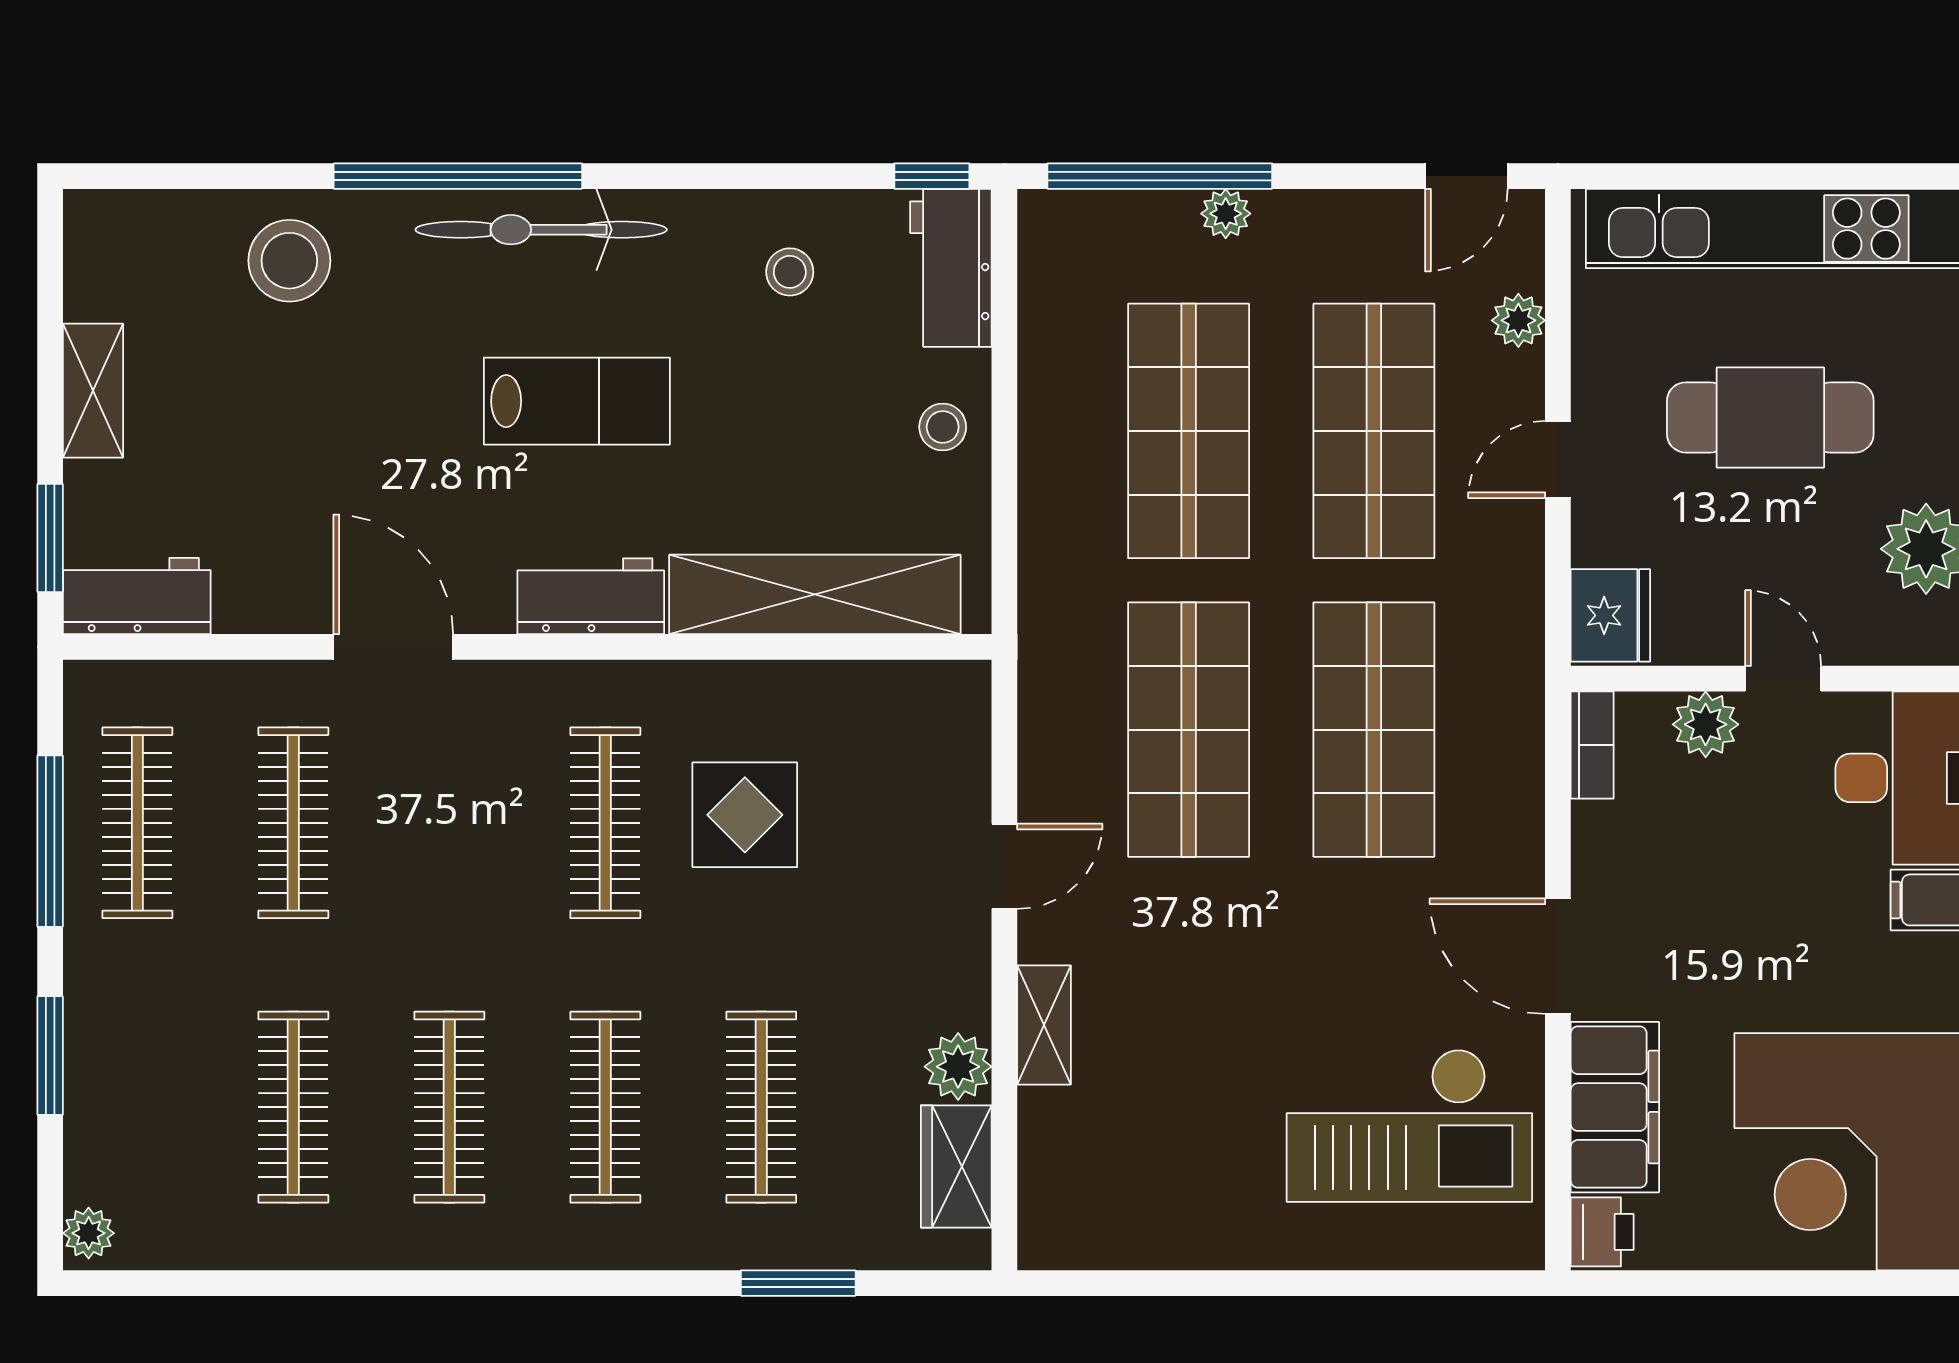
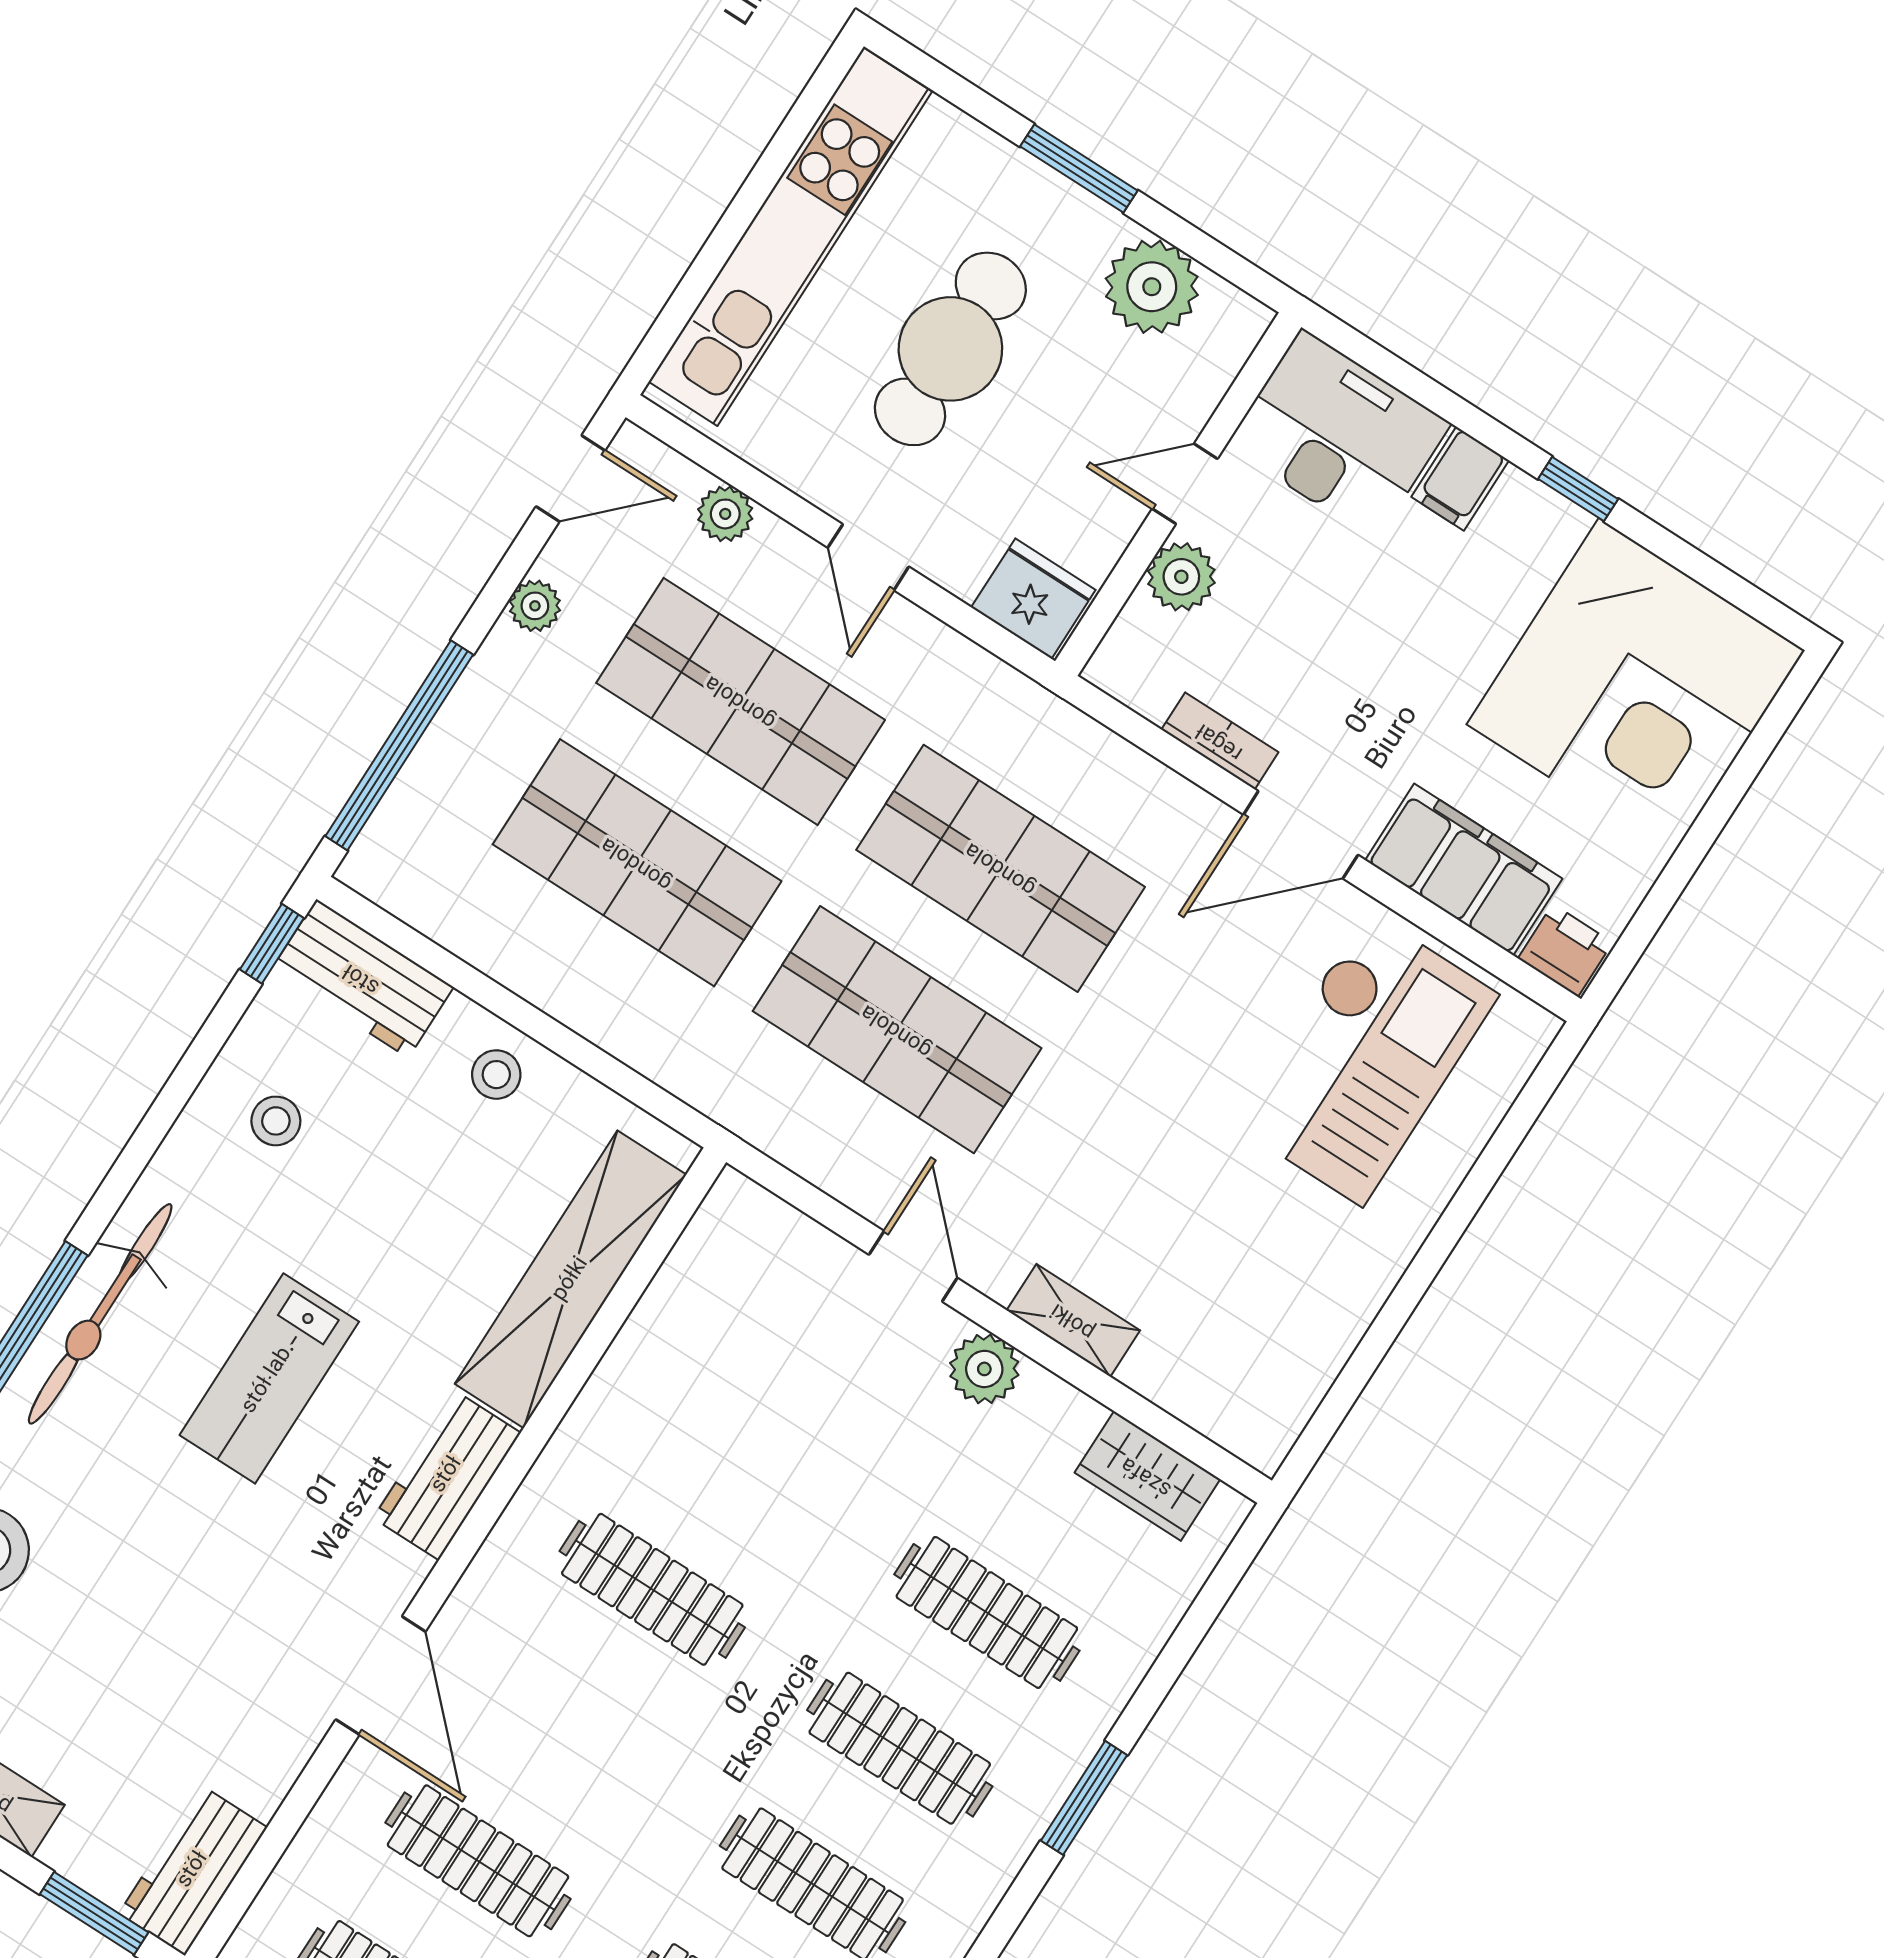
door: (1466, 176) -> (571, 479), hinge flipped
plant: (1226, 214) -> (535, 606), moved
lab bench: (577, 401) -> (269, 1378), turned 180
door: (393, 647) -> (381, 1676), swing flipped
bookcase: (1592, 745) -> (1220, 741), moved
display table: (745, 815) -> (723, 1463), removed
plant: (958, 1067) -> (984, 1369), moved
window: (798, 1283) -> (1084, 1798), moved

